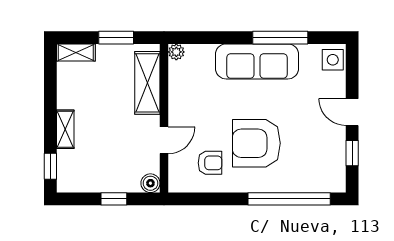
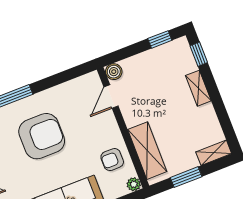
door: (164, 140) -> (111, 96), moved
armchair: (210, 163) -> (112, 160), moved
window: (114, 199) -> (160, 39), moved

